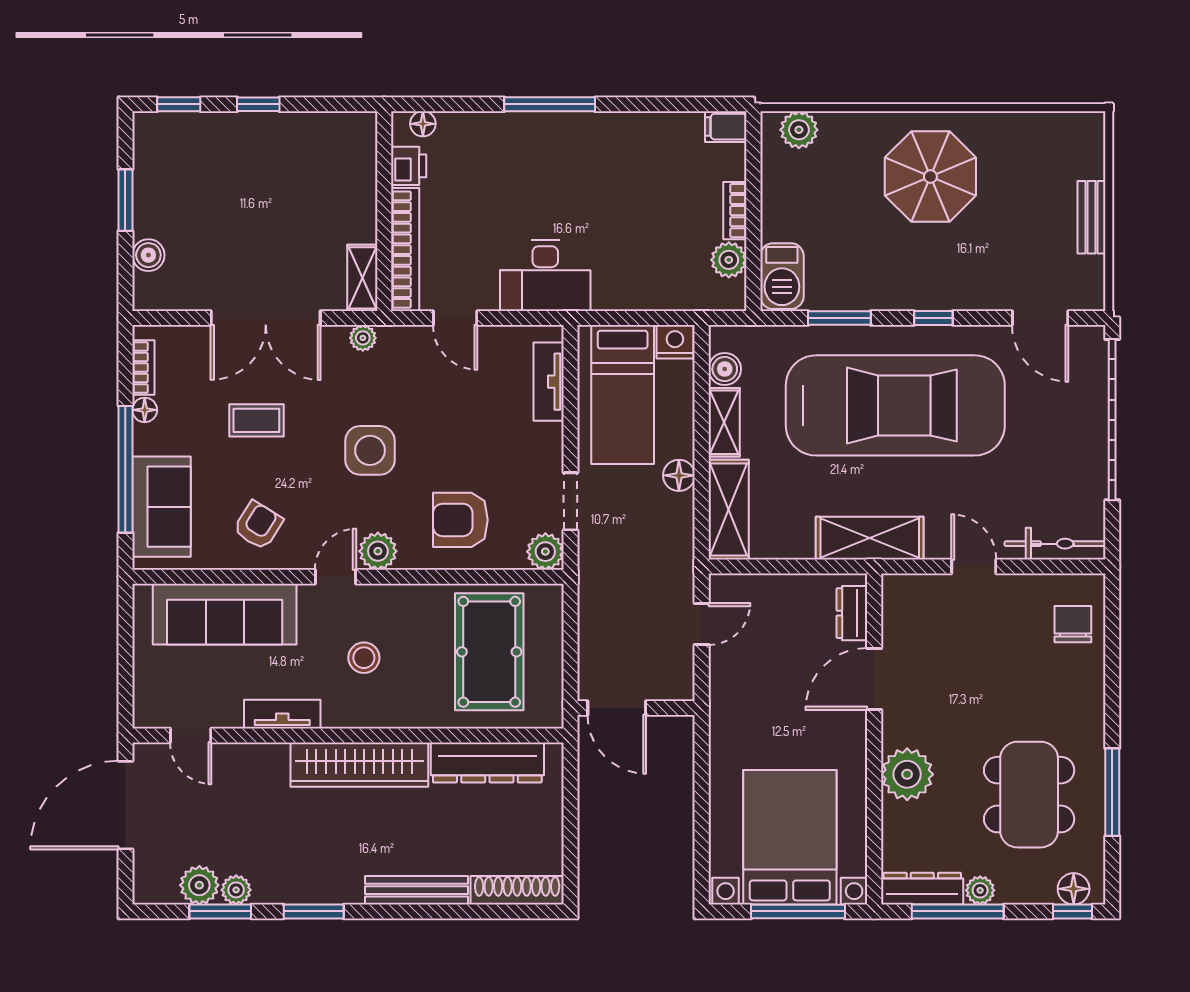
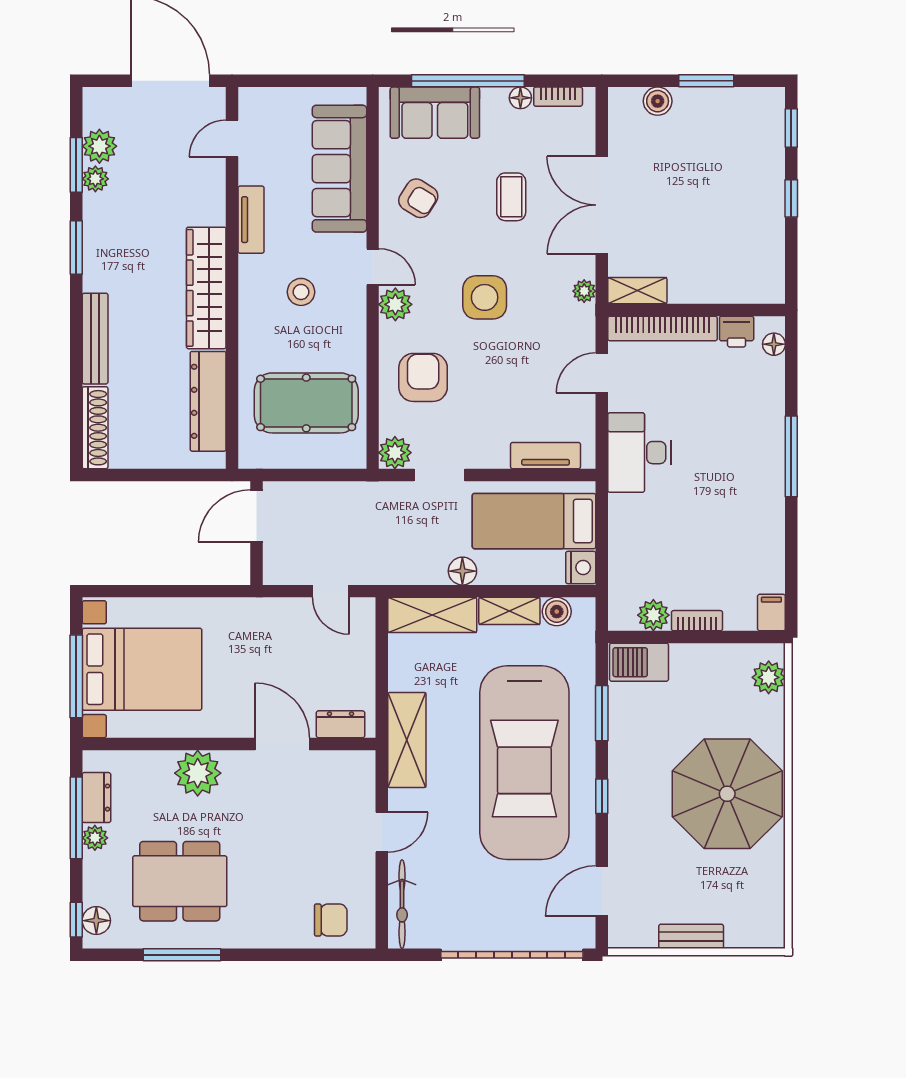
parasol: (930, 177) -> (727, 794), width x1.36, depth x1.36
dresser: (922, 889) -> (96, 798), width x0.70

